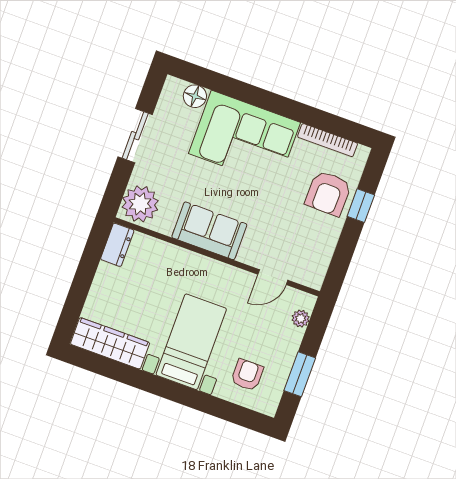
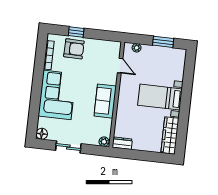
floor lamp: (195, 96) -> (42, 134), moved
plant: (140, 204) -> (104, 142), width x0.53, depth x0.53
armchair: (247, 375) -> (169, 67), removed

